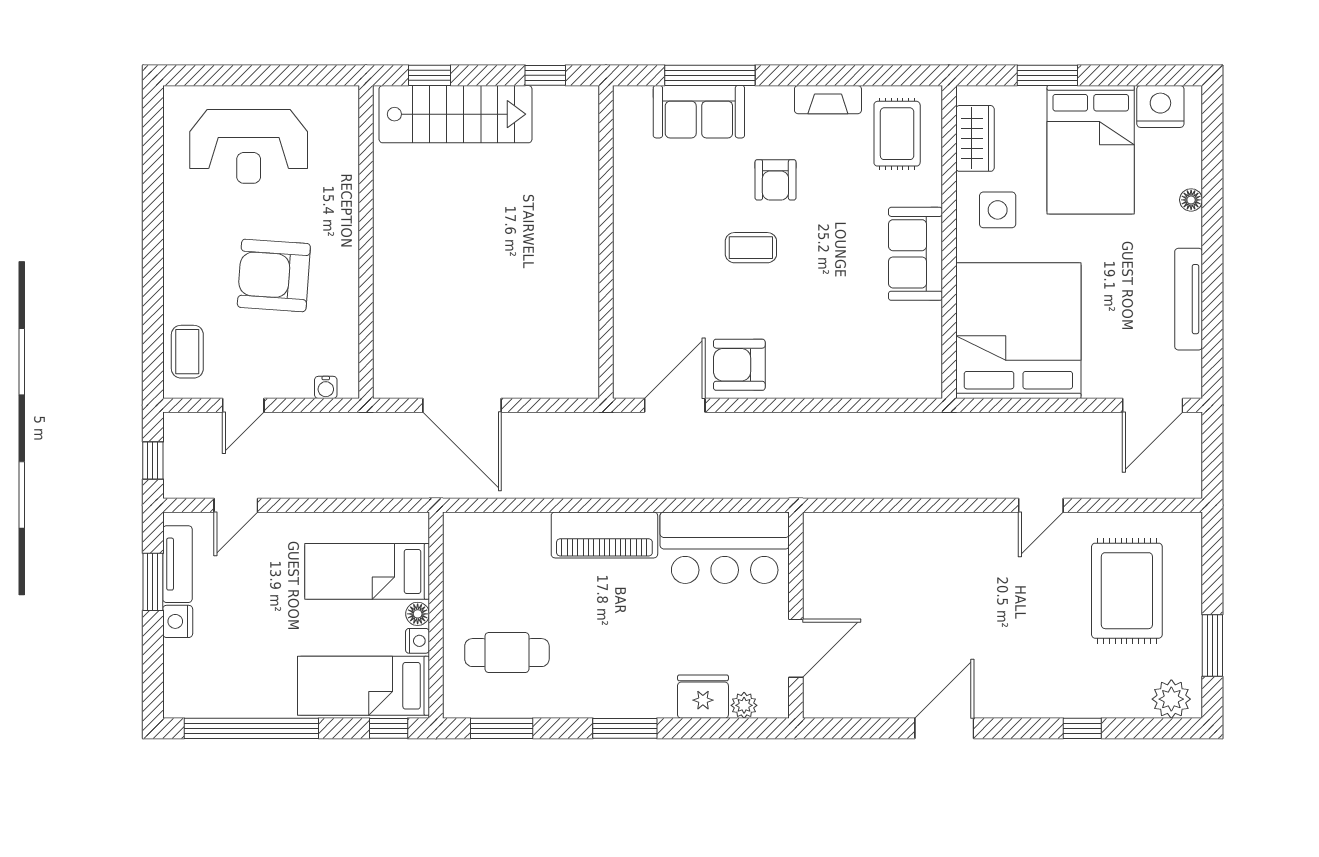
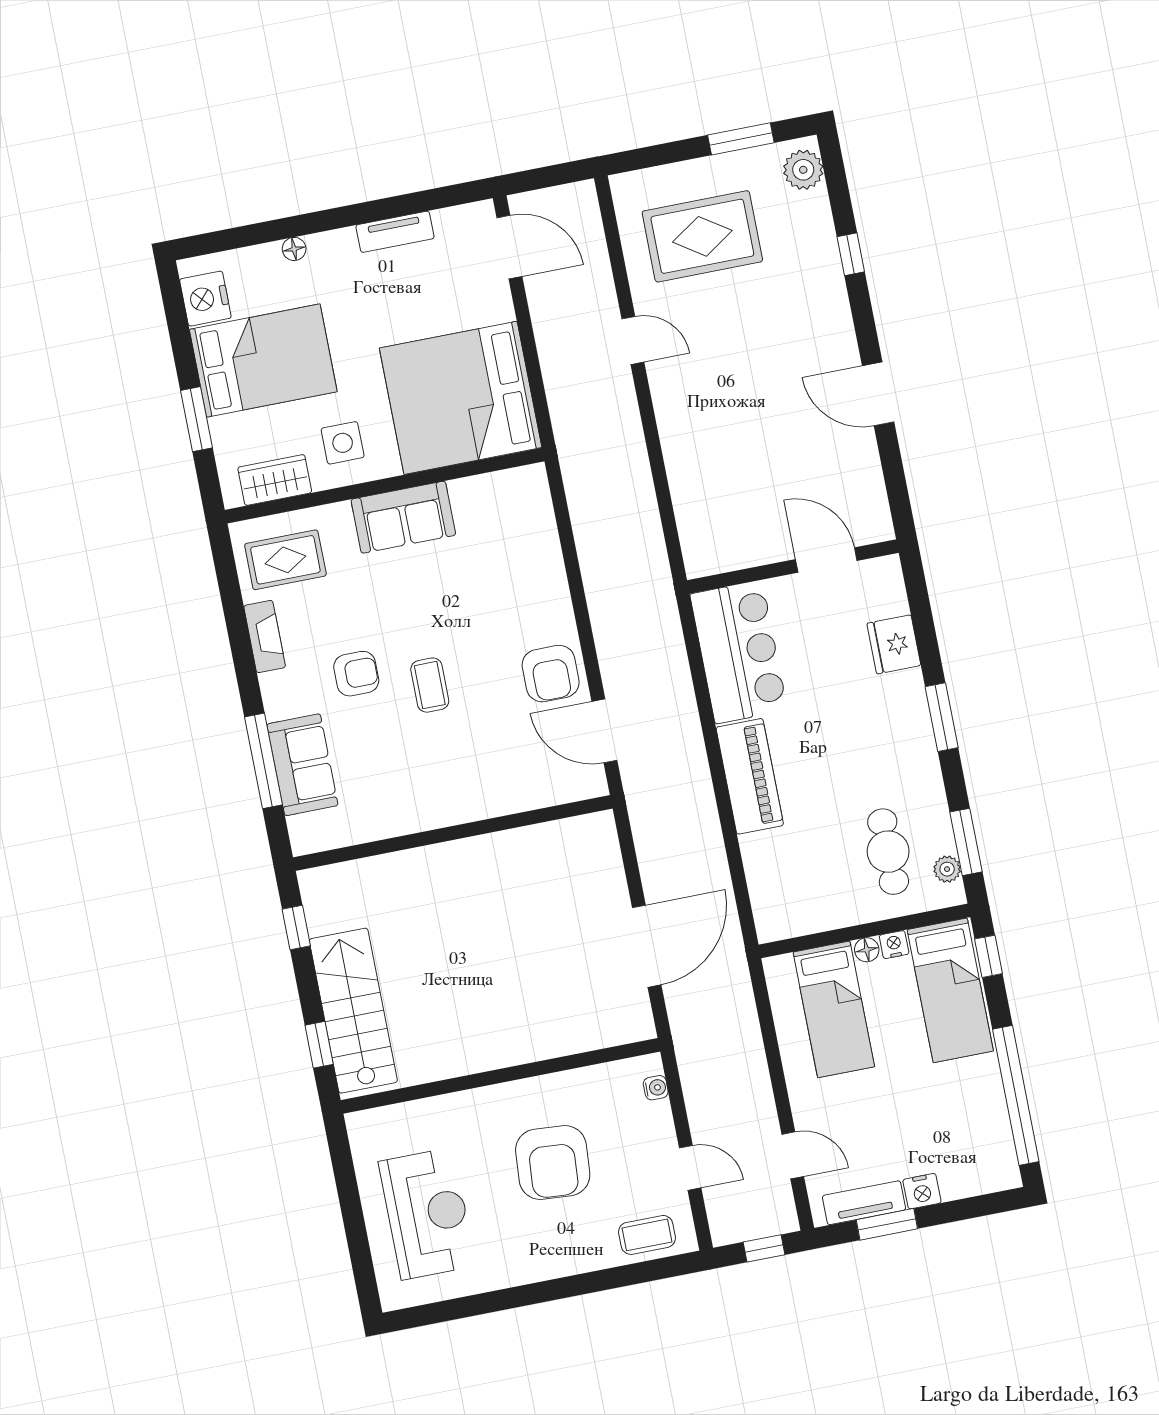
tv unit: (1189, 299) -> (395, 232), width x0.71
plant: (744, 705) -> (947, 869), moved

